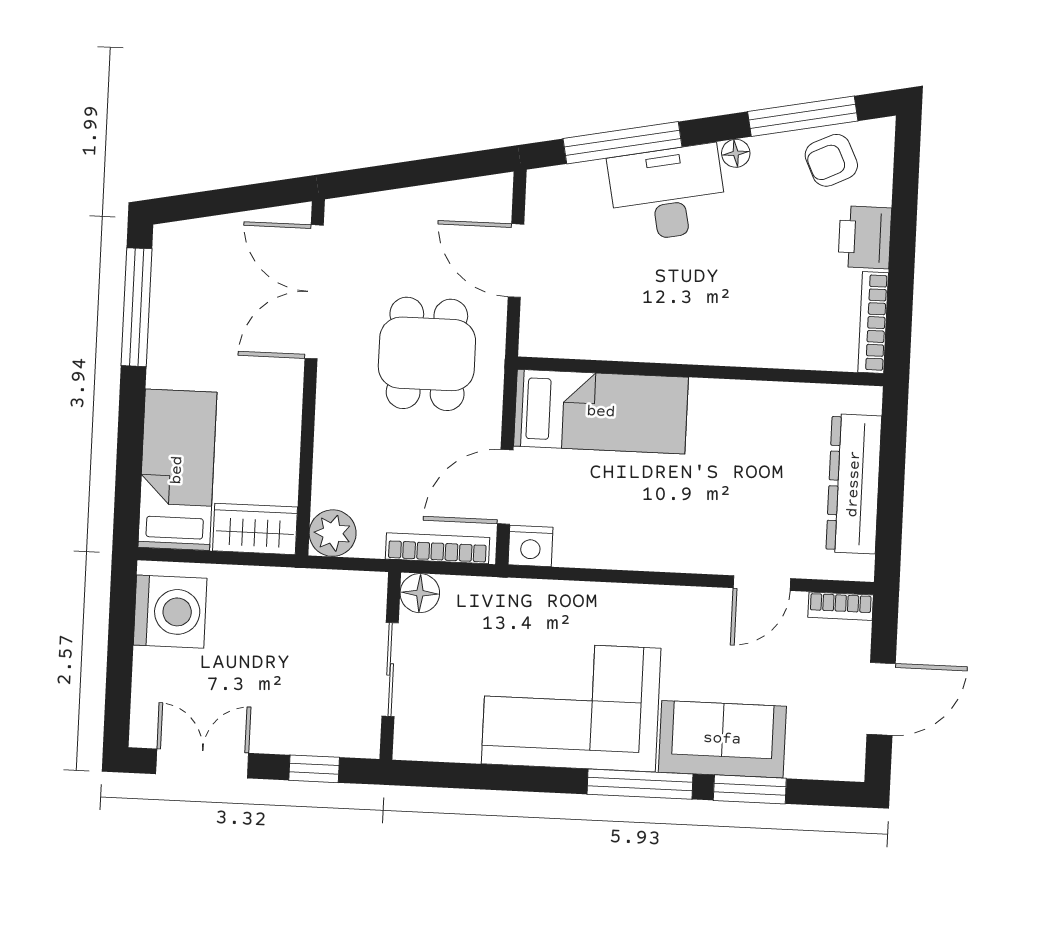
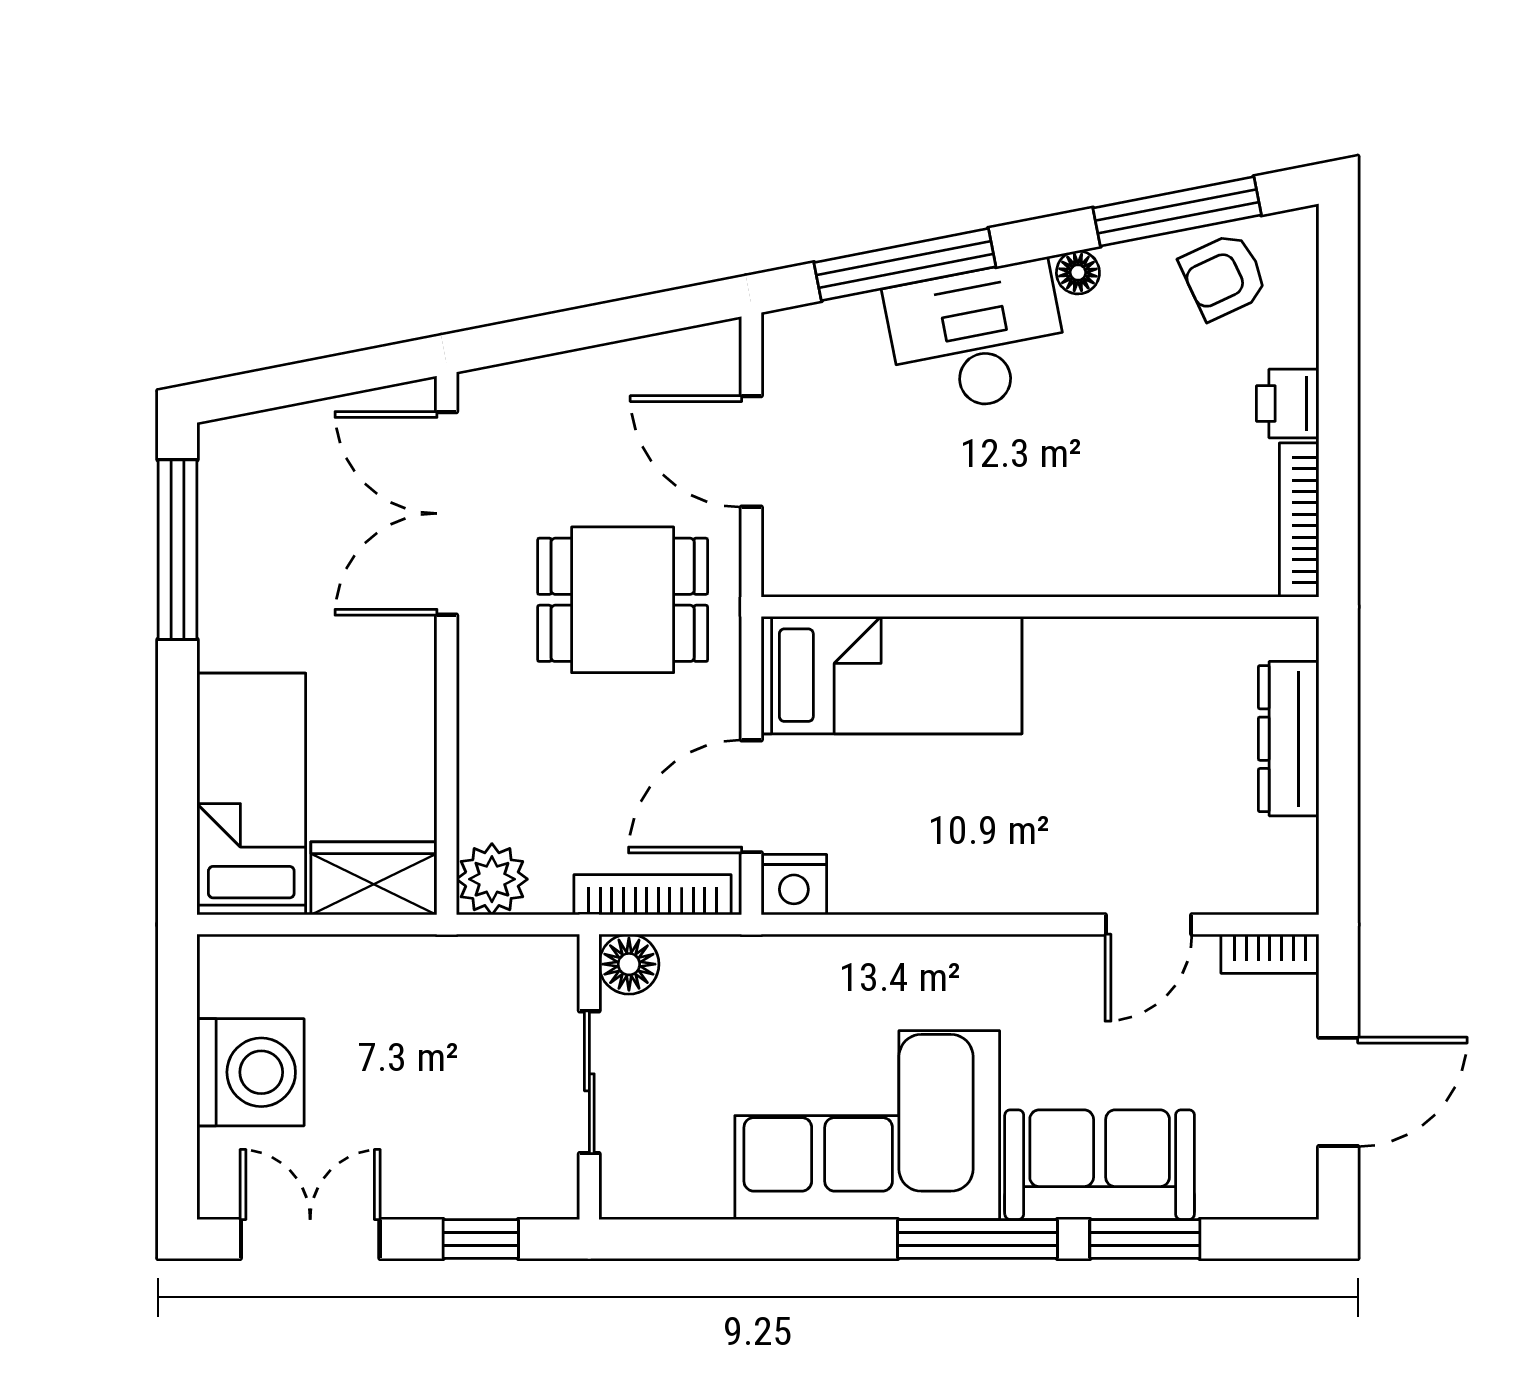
printer: (865, 237) -> (1288, 404), width x0.73, depth x0.81
dining table: (427, 354) -> (623, 600), turned 90
dresser: (854, 484) -> (1289, 739), width x0.73, depth x0.80
washing machine: (170, 612) -> (250, 1072), moved

